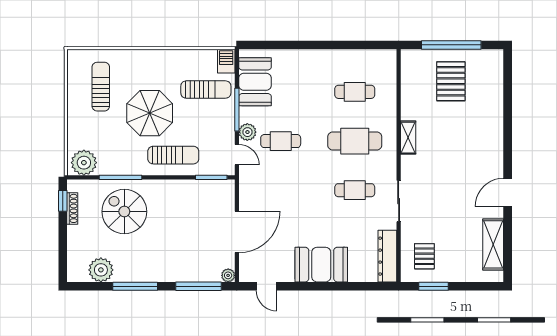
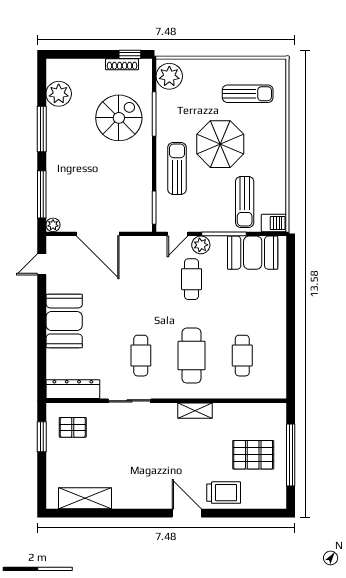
trolley: (488, 110) -> (224, 493), added
sun lounger: (173, 155) -> (177, 168), turned 180
door: (508, 193) -> (187, 513), moved

